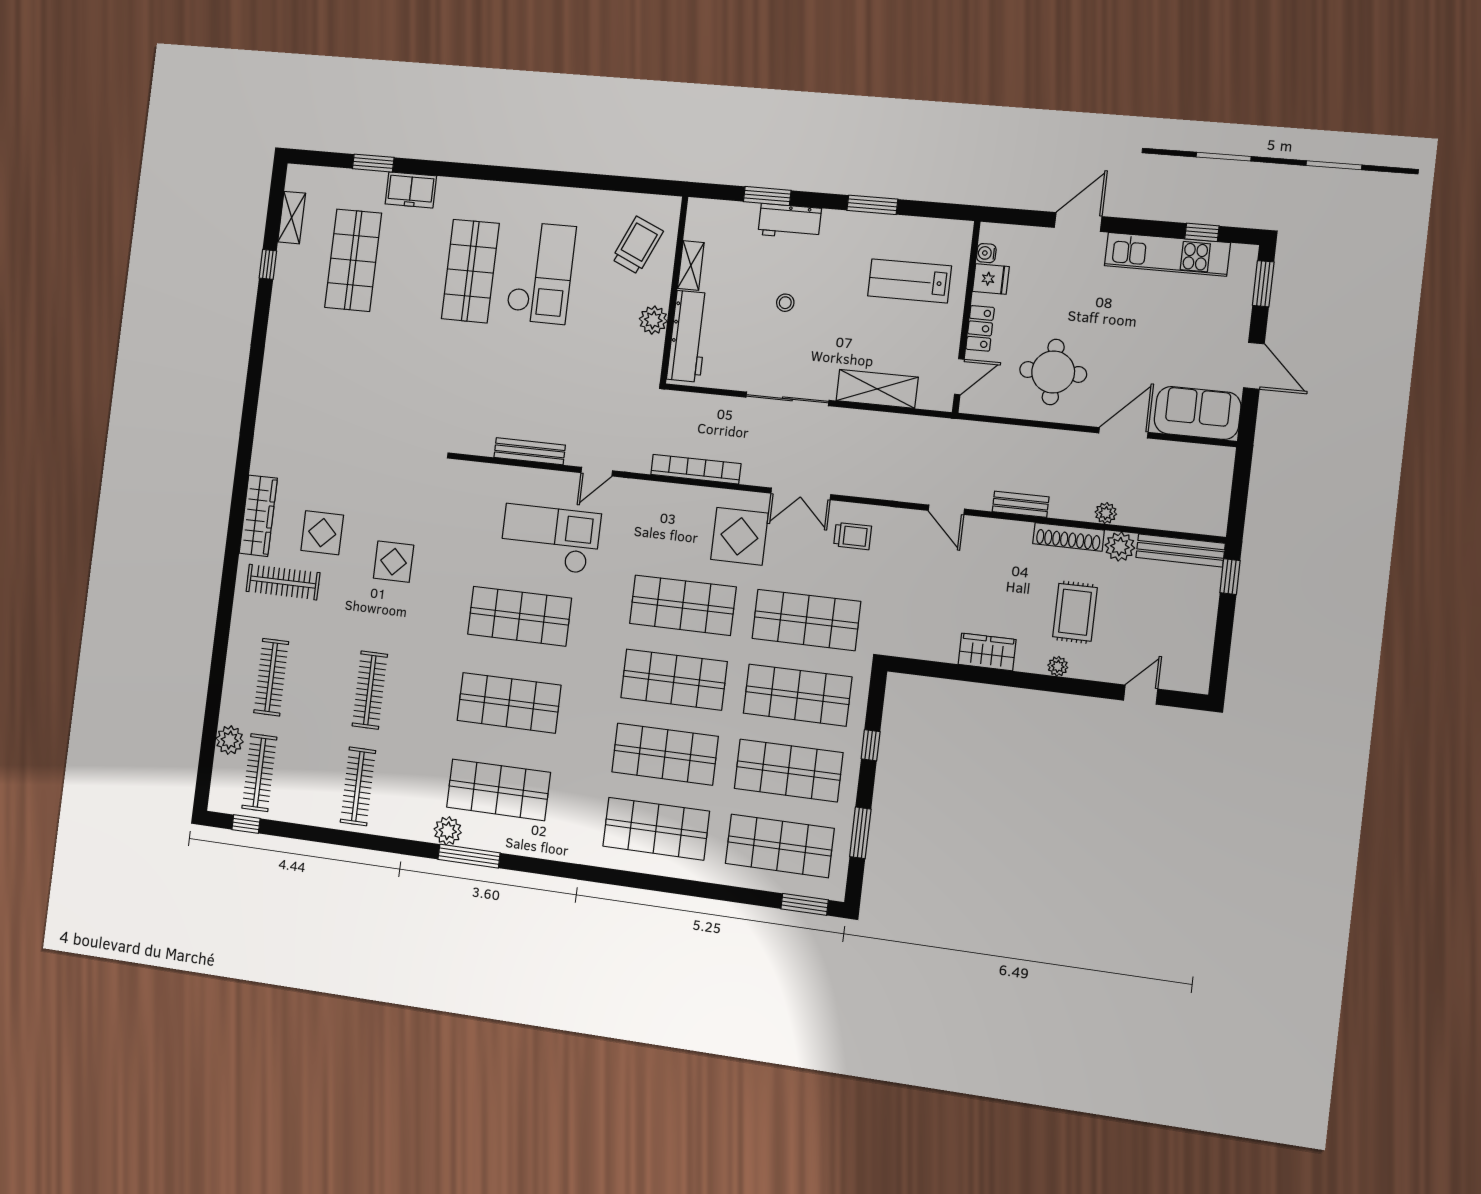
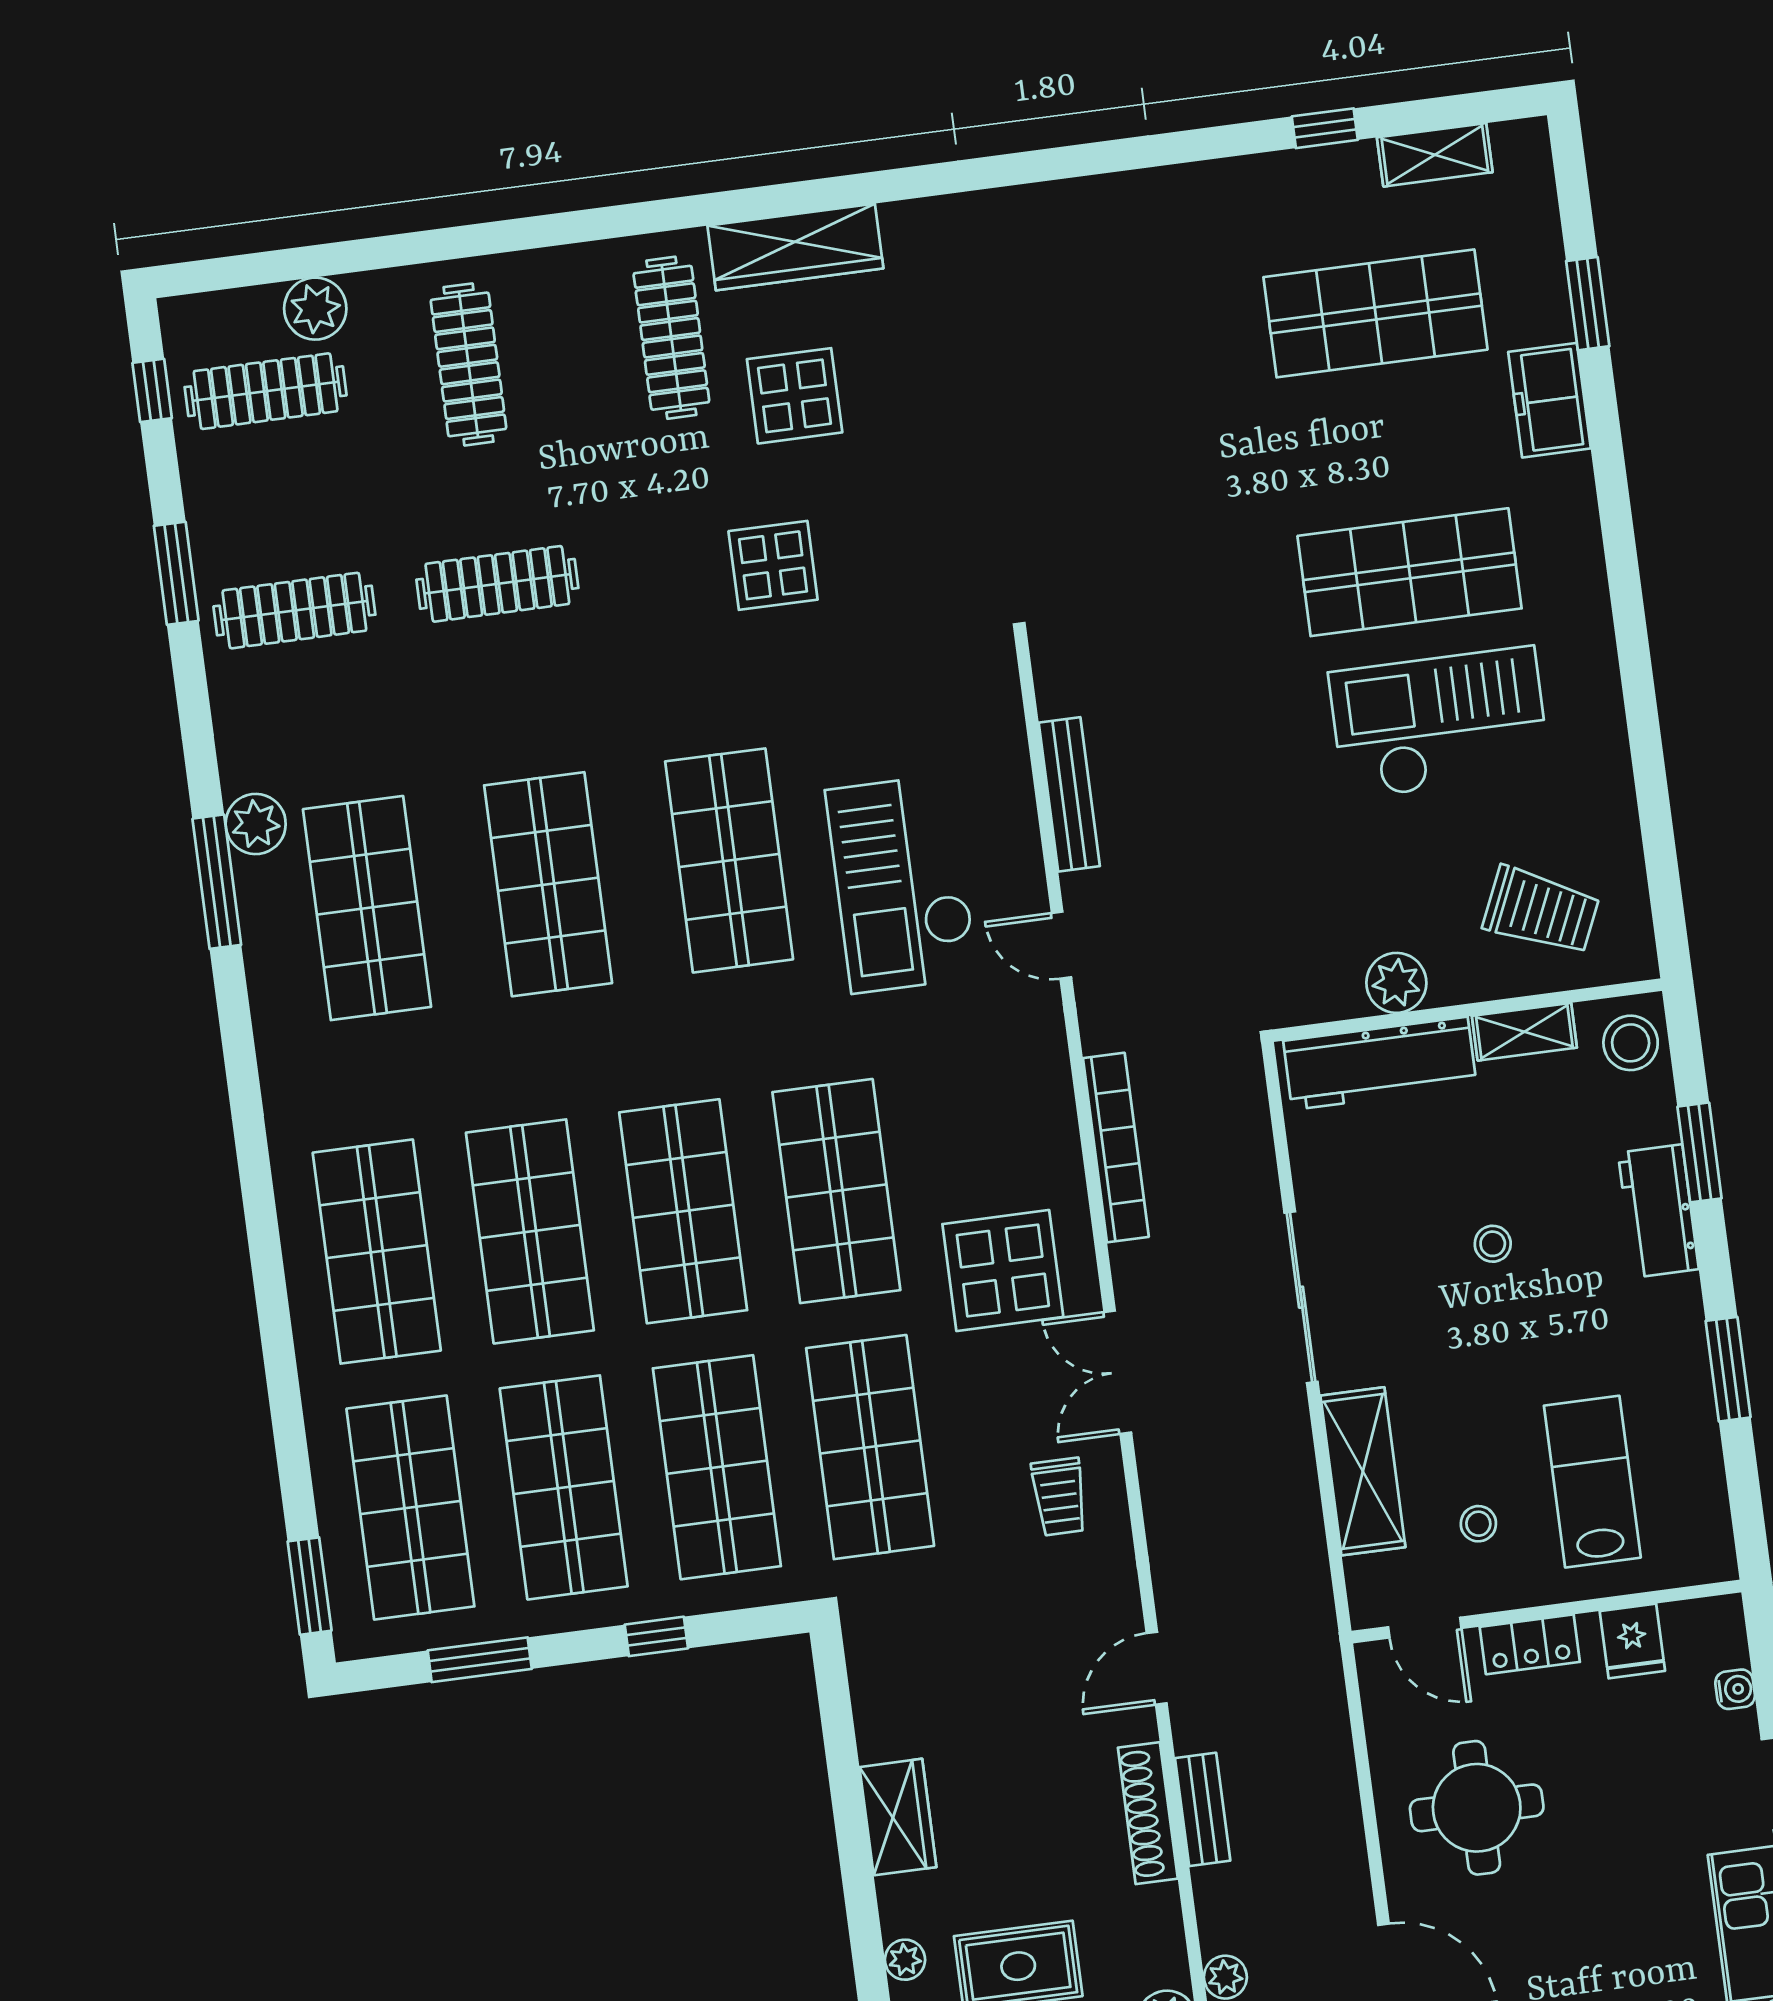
stool: (708, 217) -> (1631, 1043), added
water cooler: (986, 253) -> (1735, 1689), moved, turned 90
checkout: (541, 273) -> (1439, 723), turned 180
stool: (916, 340) -> (1478, 1524), added
shoe rack: (1068, 537) -> (1148, 1813), moved
checkout: (550, 539) -> (902, 884), turned 180
clothes rail: (271, 677) -> (468, 364), turned 90
window: (328, 836) -> (176, 573), added

